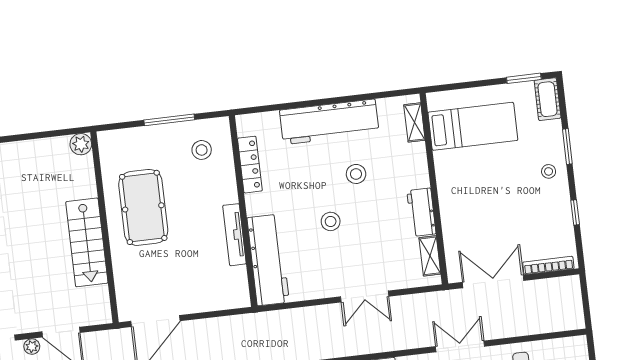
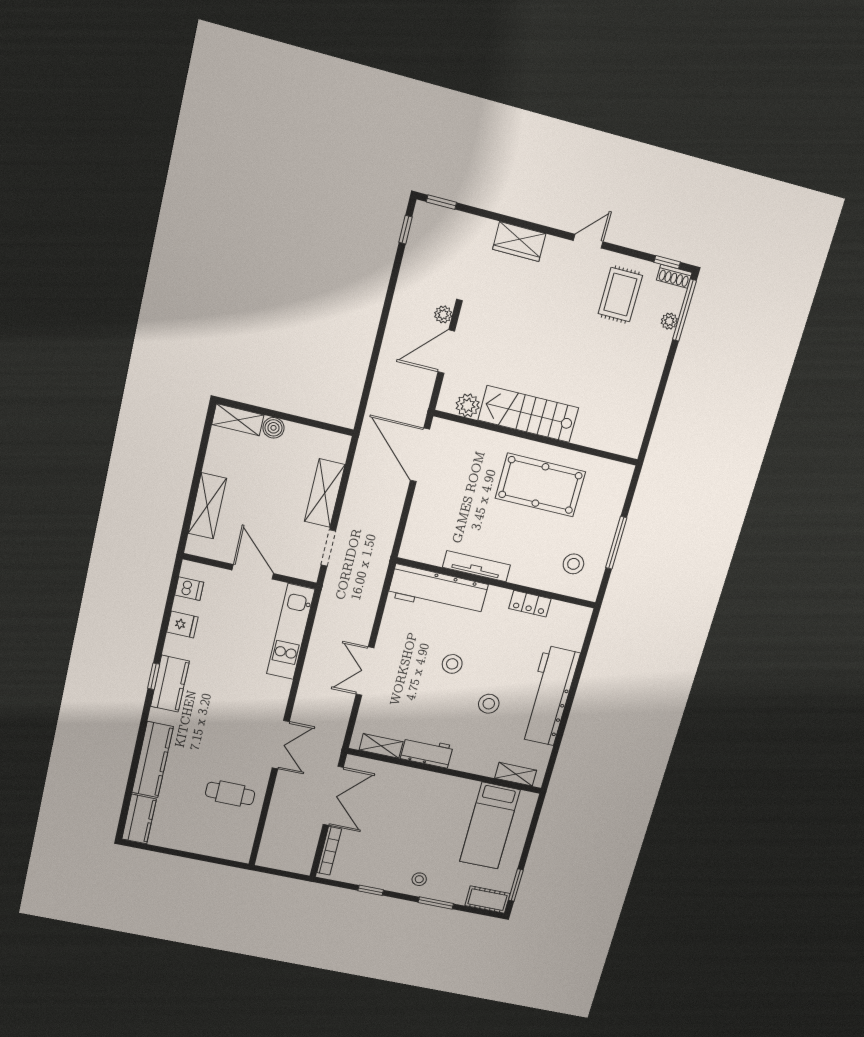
plant: (81, 144) -> (468, 405), moved
locker: (250, 165) -> (530, 604), width x0.66

